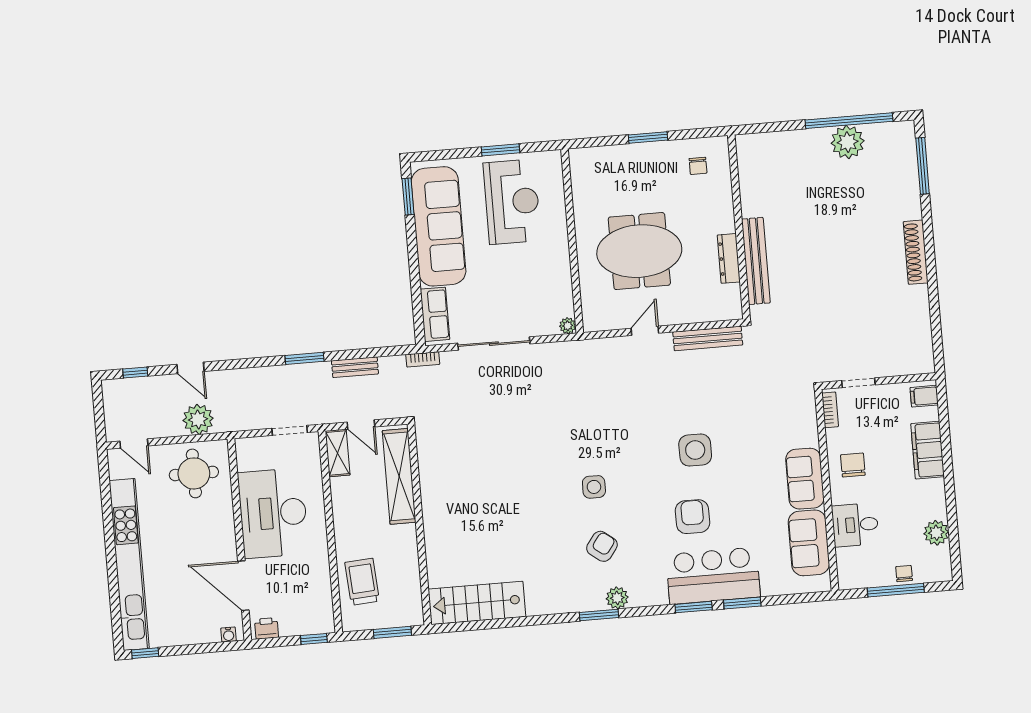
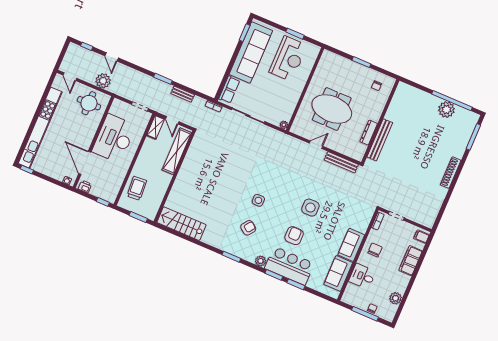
plant: (617, 598) -> (261, 261), moved

